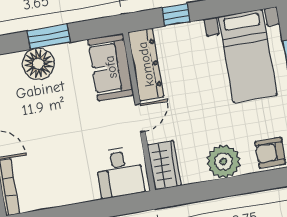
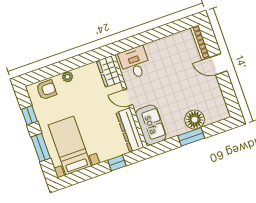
door: (140, 118) -> (128, 97), hinge flipped
plant: (223, 161) -> (67, 77), width x0.53, depth x0.53

